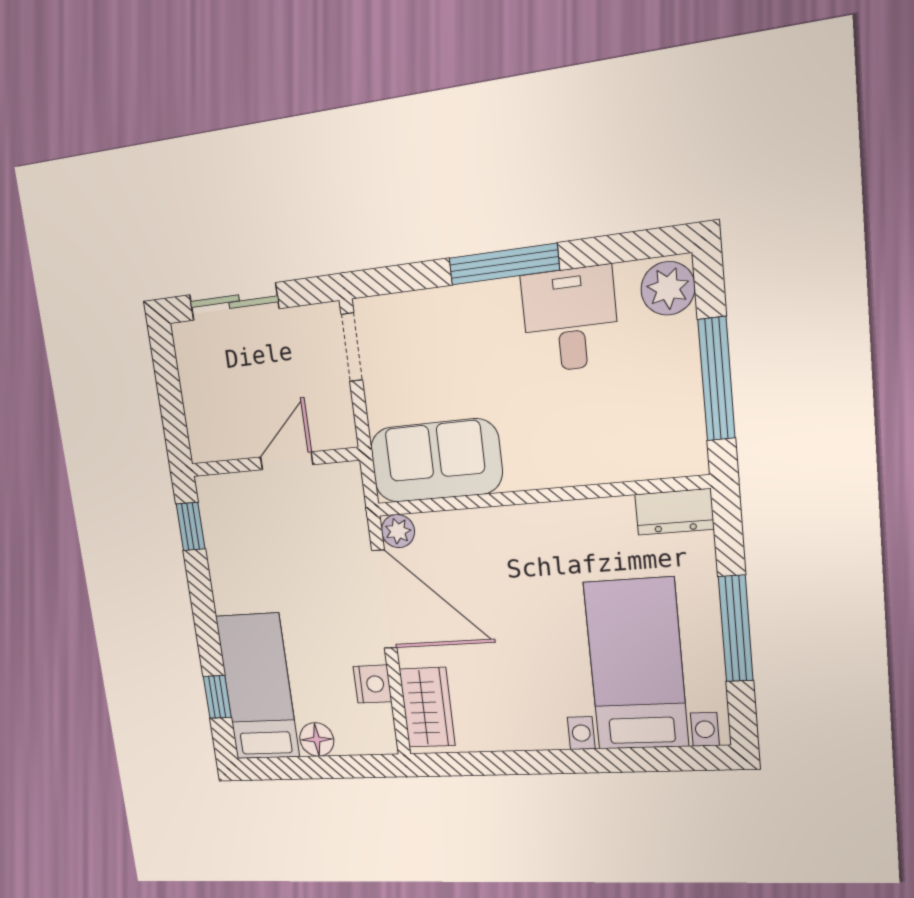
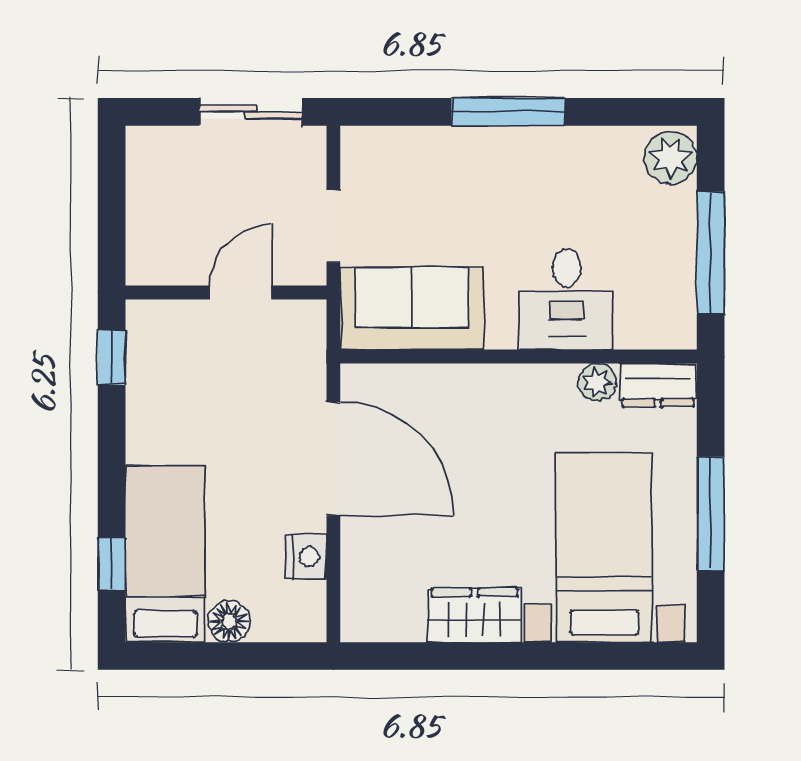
sliding door: (234, 302) -> (251, 112), moved
desk: (570, 319) -> (567, 299), moved, turned 180
doorway: (352, 347) -> (333, 226), moved
plant: (398, 531) -> (597, 382), moved
wardrobe: (427, 707) -> (475, 615), moved, turned -90

